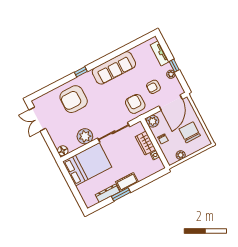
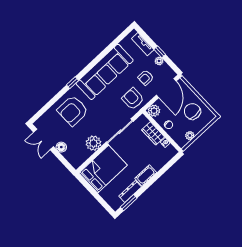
sofa: (114, 68) -> (105, 72), width x1.36, depth x1.27
floor lamp: (63, 151) -> (61, 147), moved
window: (121, 194) -> (129, 203), moved

